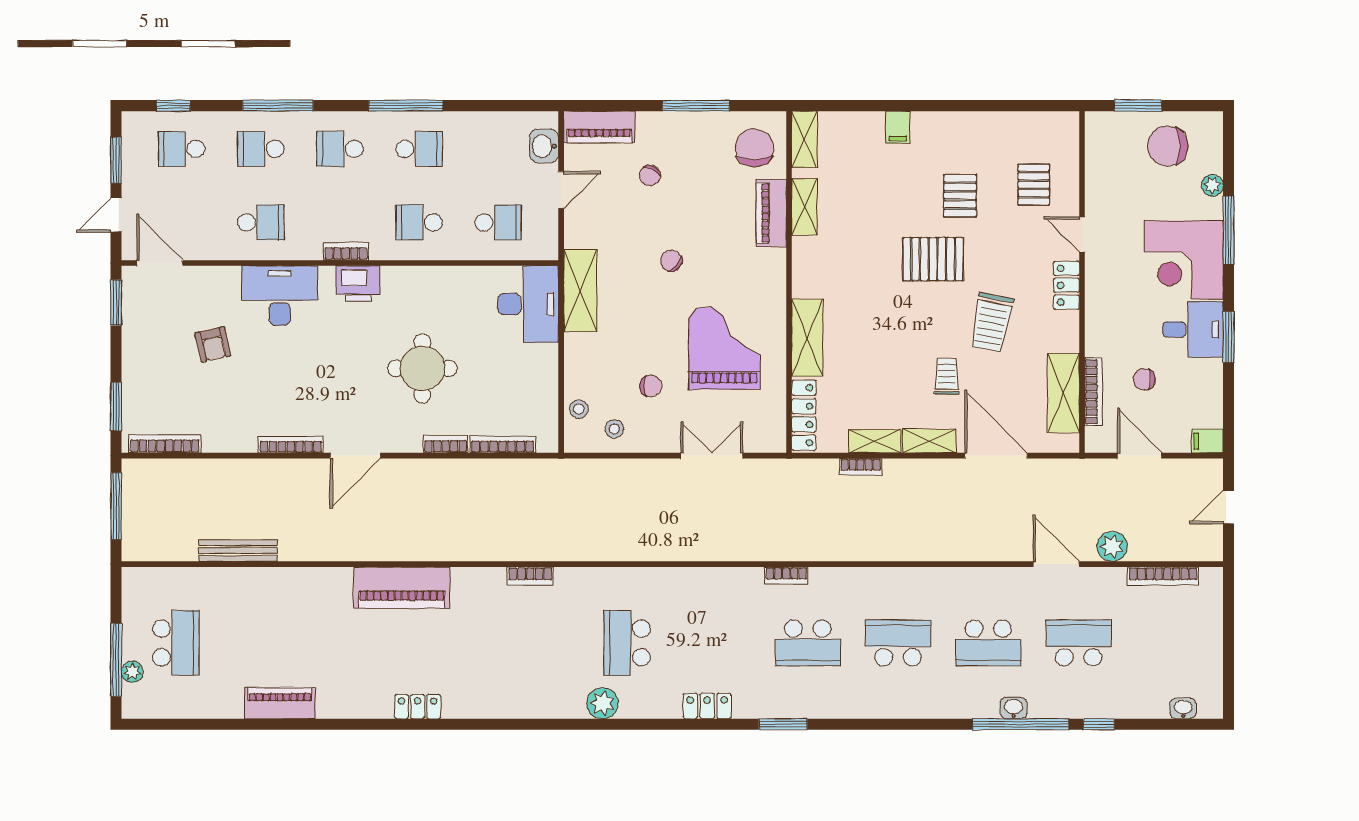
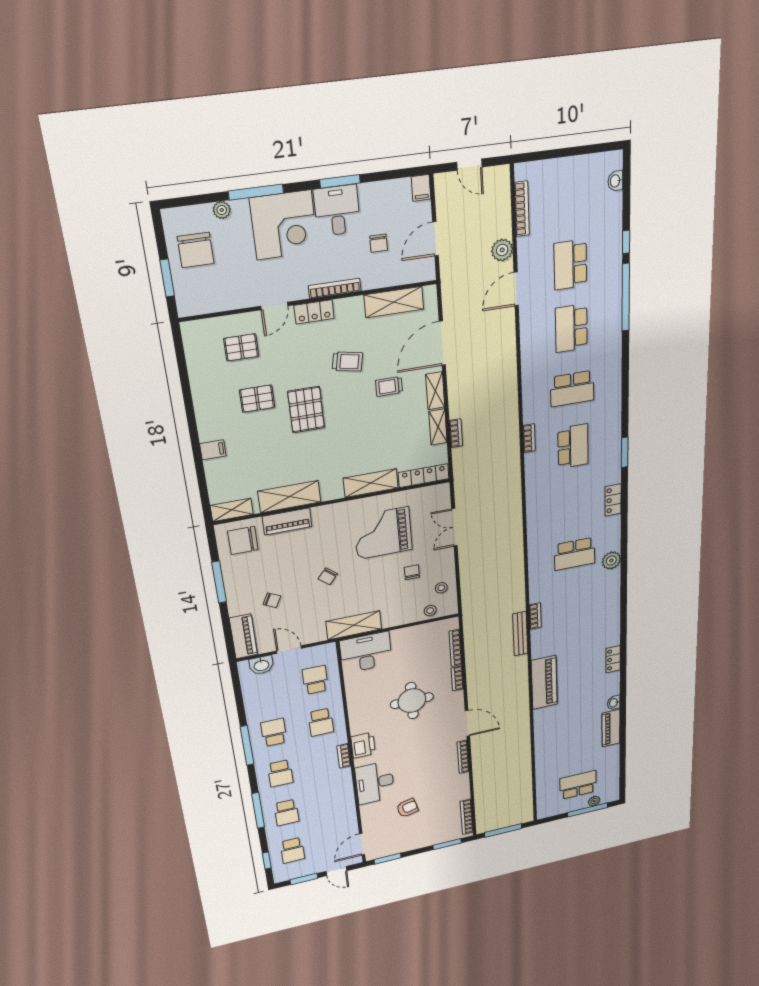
shelving: (805, 207) -> (289, 497), width x1.50, depth x1.33
school desk: (261, 222) -> (332, 802), removed
trolley: (991, 323) -> (347, 362), width x0.73, depth x0.72
bookcase: (1094, 392) -> (335, 288), moved
bench: (238, 550) -> (520, 634), moved
bookcase: (786, 575) -> (529, 438), moved
school desk: (898, 643) -> (572, 389), turned -90
school desk: (988, 643) -> (571, 328), turned 180
washbasin: (1014, 708) -> (614, 703), moved

